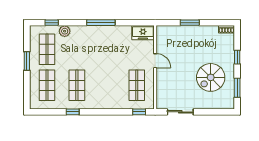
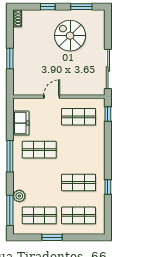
window: (52, 23) -> (10, 210), width x2.17
freezer: (143, 33) -> (21, 123), moved
shop shelf: (107, 49) -> (39, 150), added
spiral stairs: (211, 77) -> (70, 36), turned 180
sliding door: (180, 112) -> (108, 69), width x1.37

